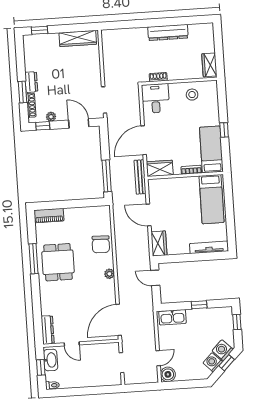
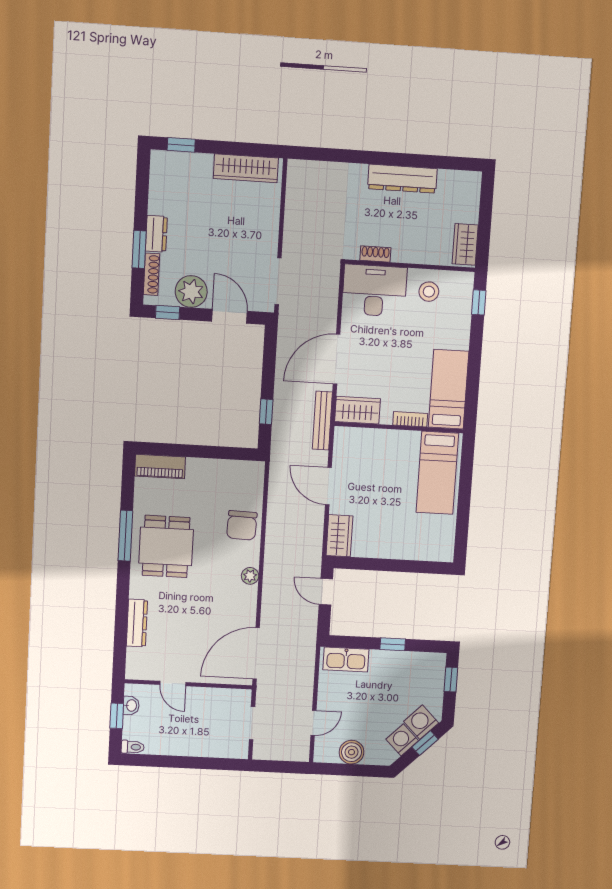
desk: (155, 98) -> (374, 291), width x1.37
plant: (51, 117) -> (191, 292), width x1.88, depth x1.88
window: (224, 130) -> (479, 302), moved
window: (107, 176) -> (266, 412), width x0.46
tv unit: (209, 247) -> (422, 552), removed
dresser: (48, 330) -> (137, 623), moved
washbasin: (51, 360) -> (131, 705), width x0.52, depth x0.69
boiler: (168, 374) -> (352, 752), moved

